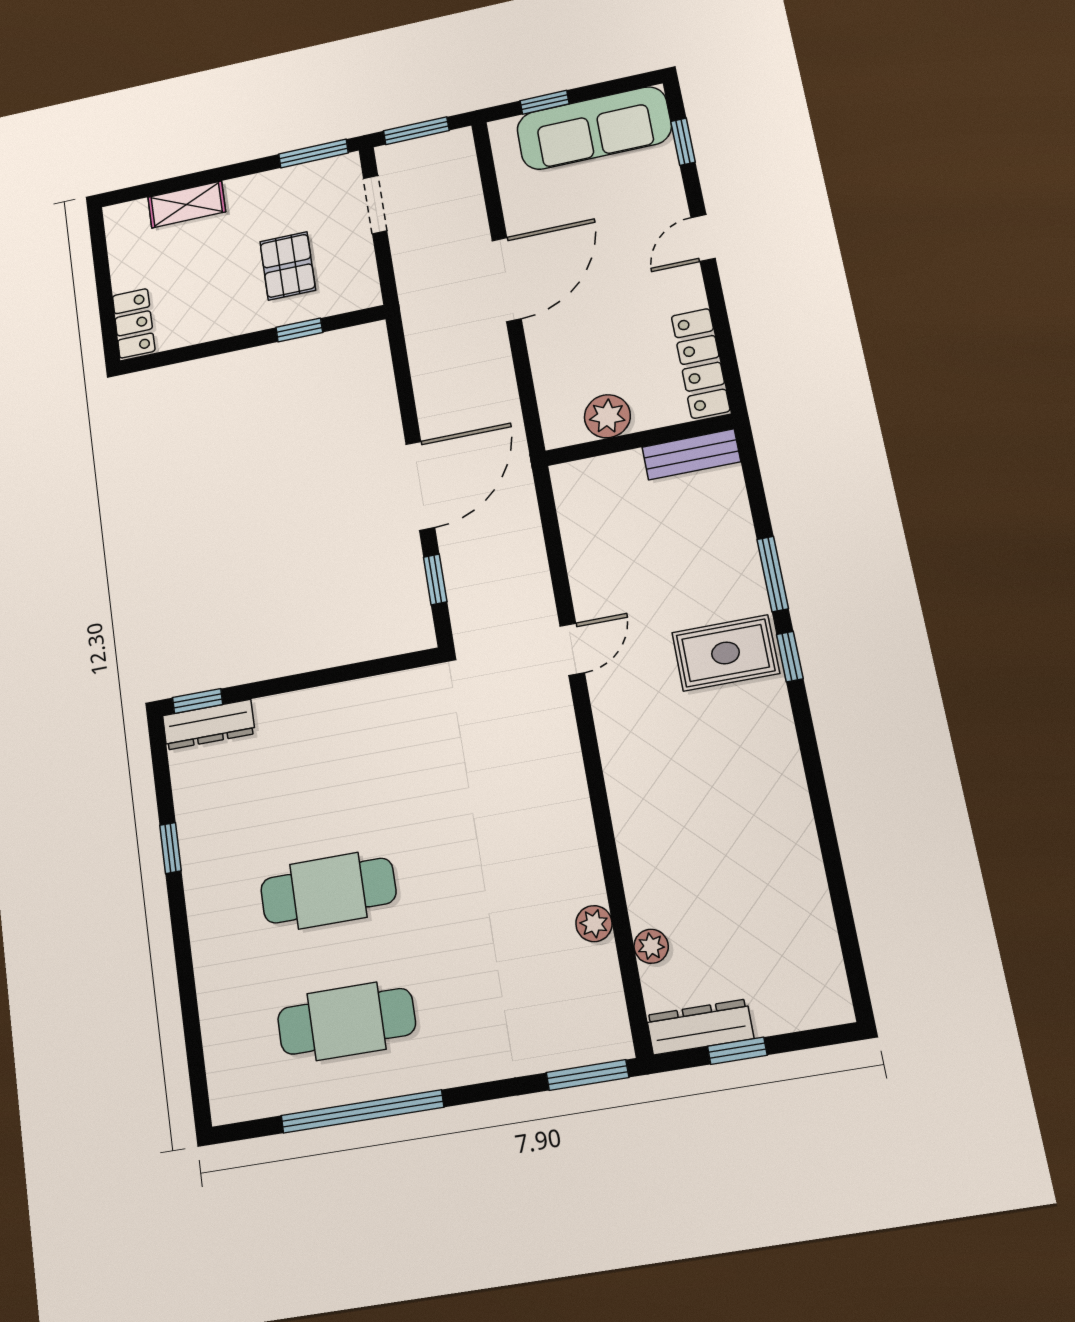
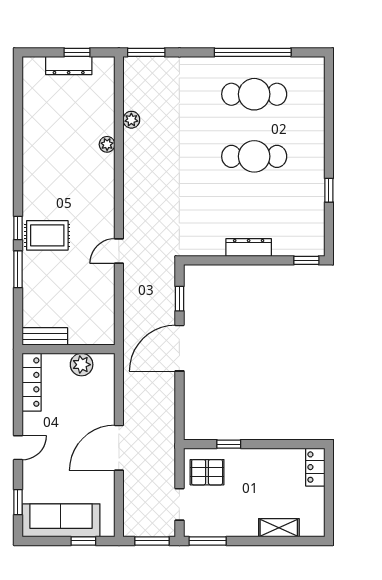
pallet: (288, 266) -> (207, 472), moved, turned 90
dresser: (209, 725) -> (249, 247), moved
plant: (651, 946) -> (107, 144), moved
dresser: (700, 1027) -> (69, 66), moved

